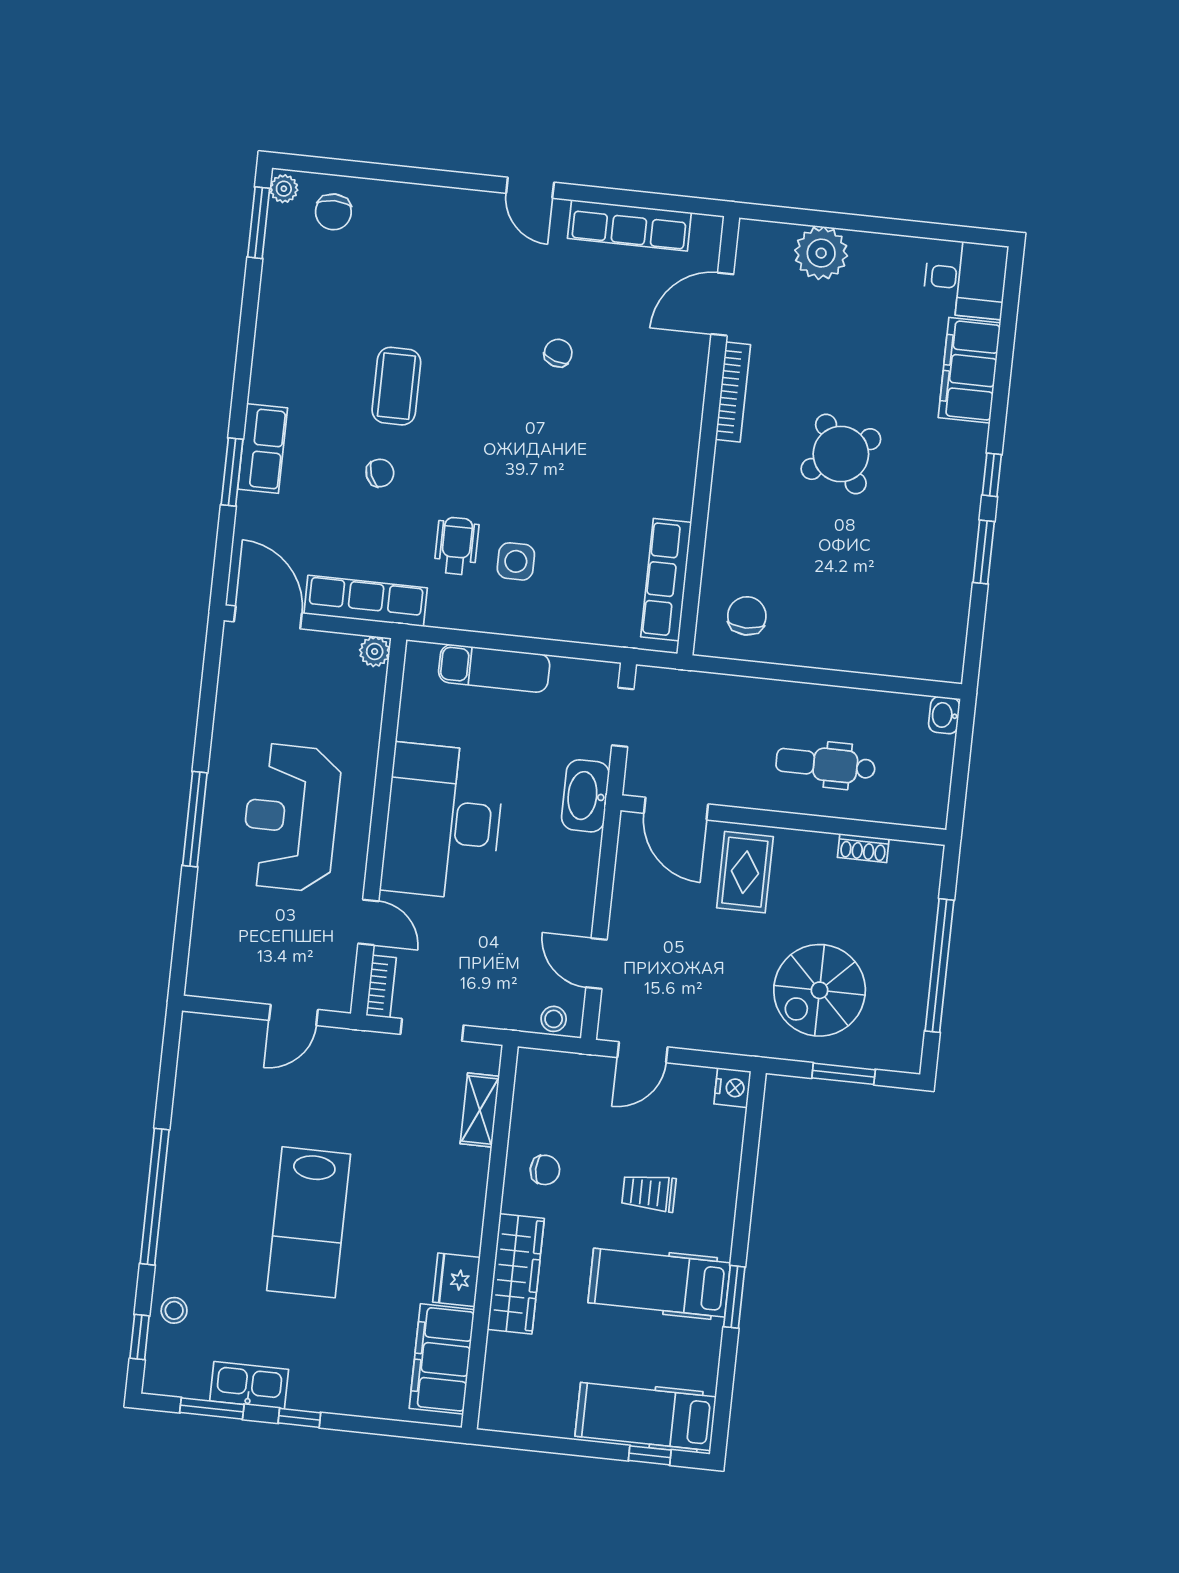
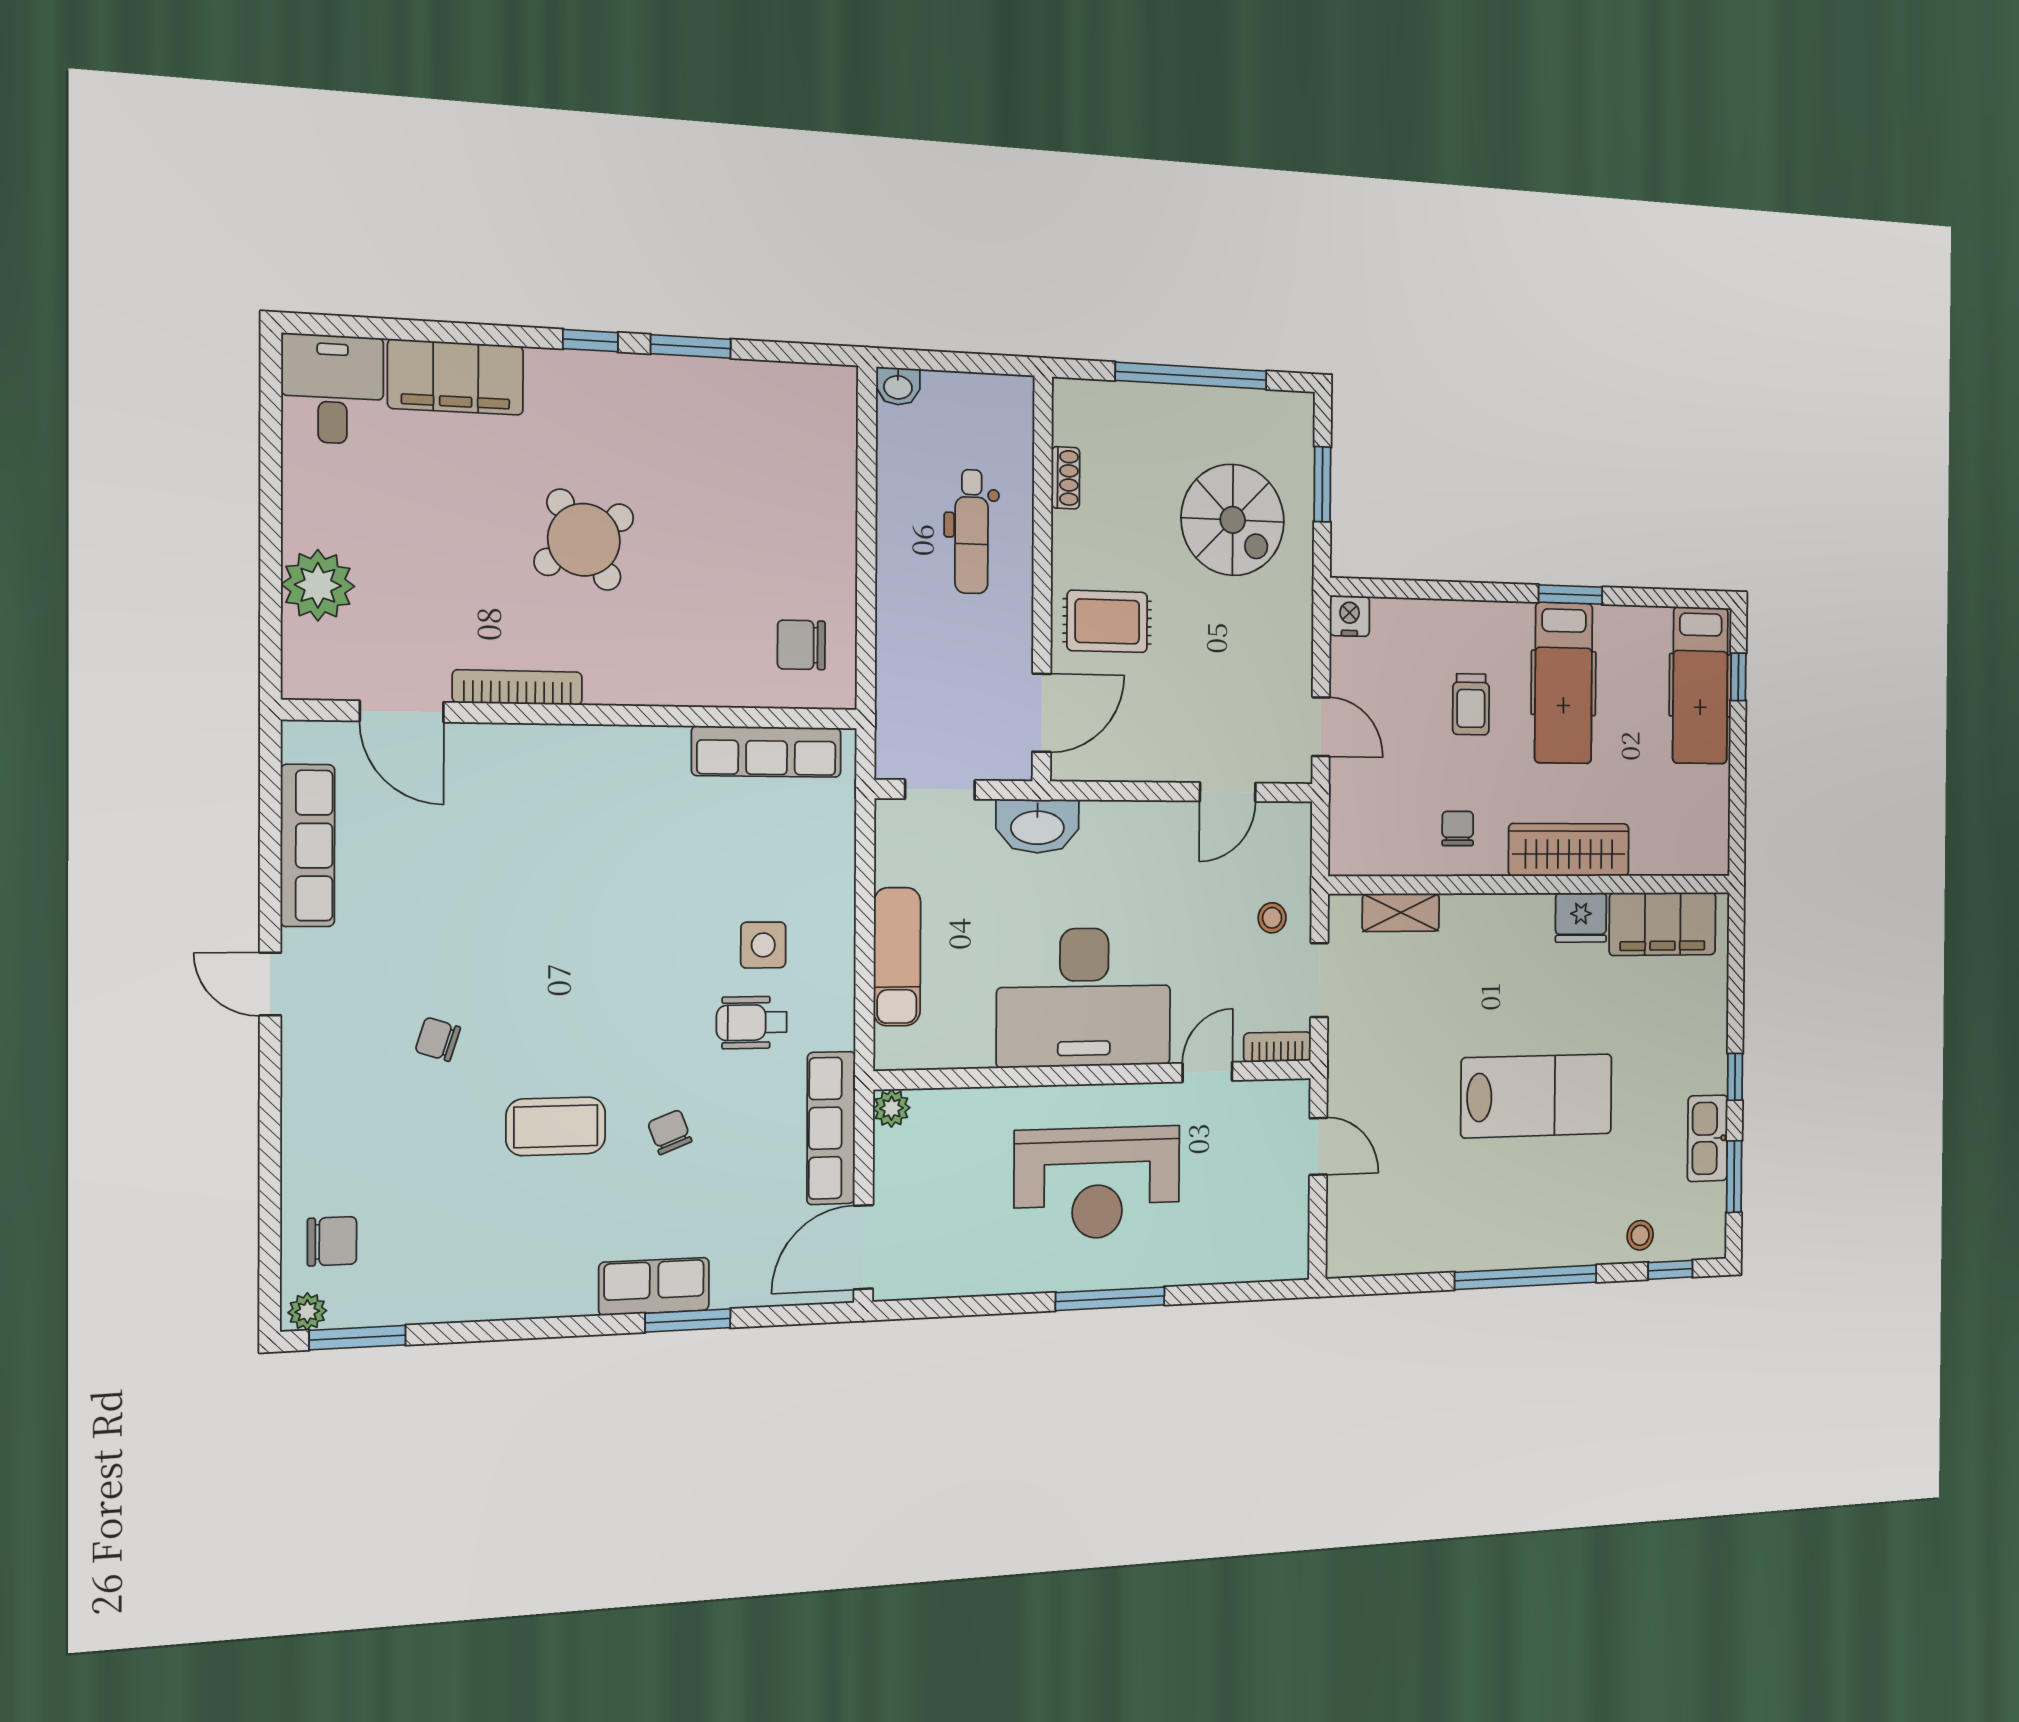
door: (530, 188) -> (270, 984), swing flipped
chair: (558, 353) -> (438, 1039), moved
stool: (554, 1019) -> (1272, 918), moved

